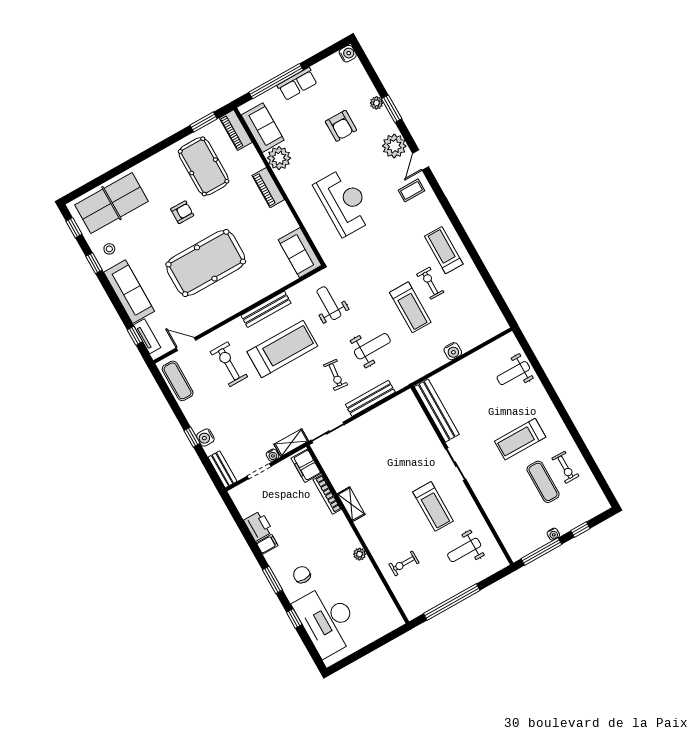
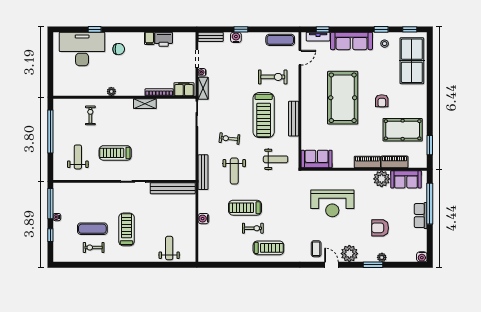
piano: (236, 130) -> (395, 162), moved
bench: (370, 398) -> (203, 172), moved
window: (273, 580) -> (126, 29), removed

